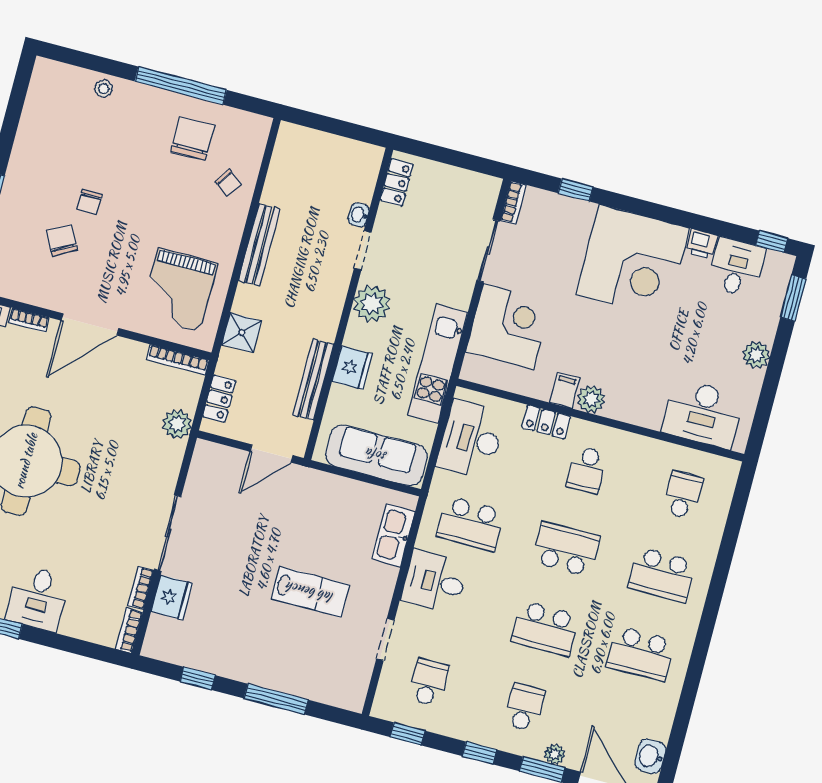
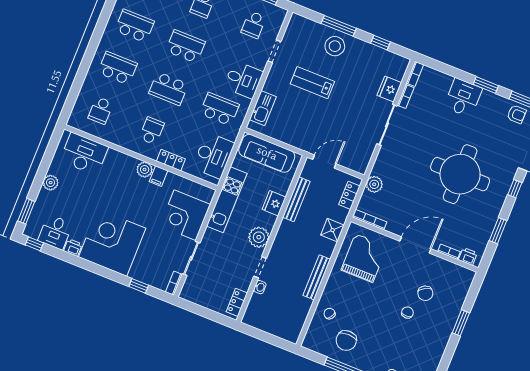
stool: (279, 662) -> (335, 46), added

